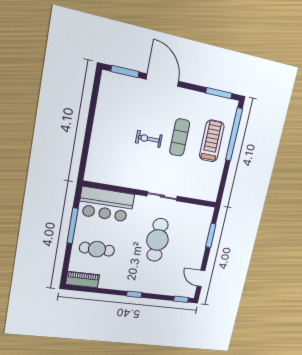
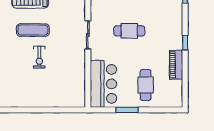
window: (73, 226) -> (127, 110), width x0.69
cafe table: (157, 240) -> (129, 31), width x0.73, depth x0.74
piano: (83, 280) -> (176, 65), moved

